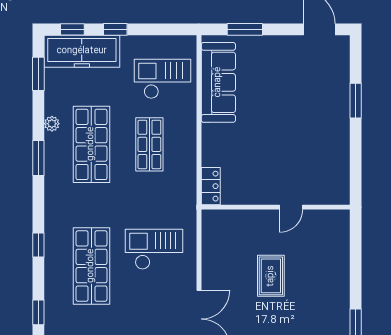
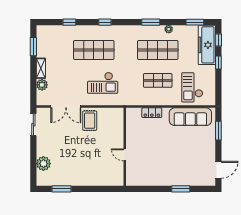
checkout: (163, 79) -> (192, 87), turned 180
locker: (211, 186) -> (152, 113), moved
checkout: (154, 249) -> (103, 83), turned 90
rug: (271, 276) -> (90, 121), moved, turned 90

